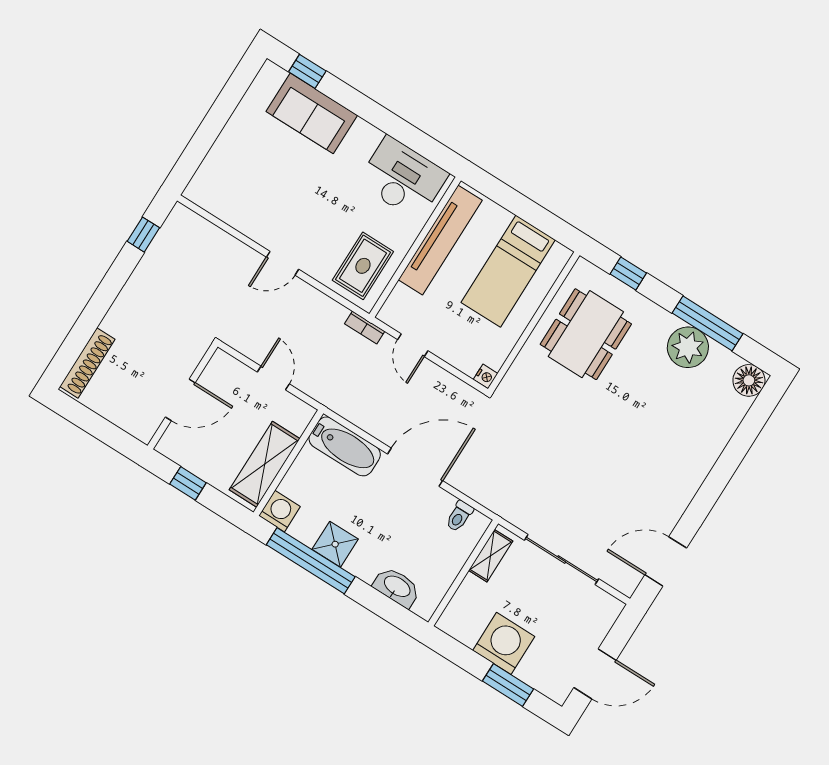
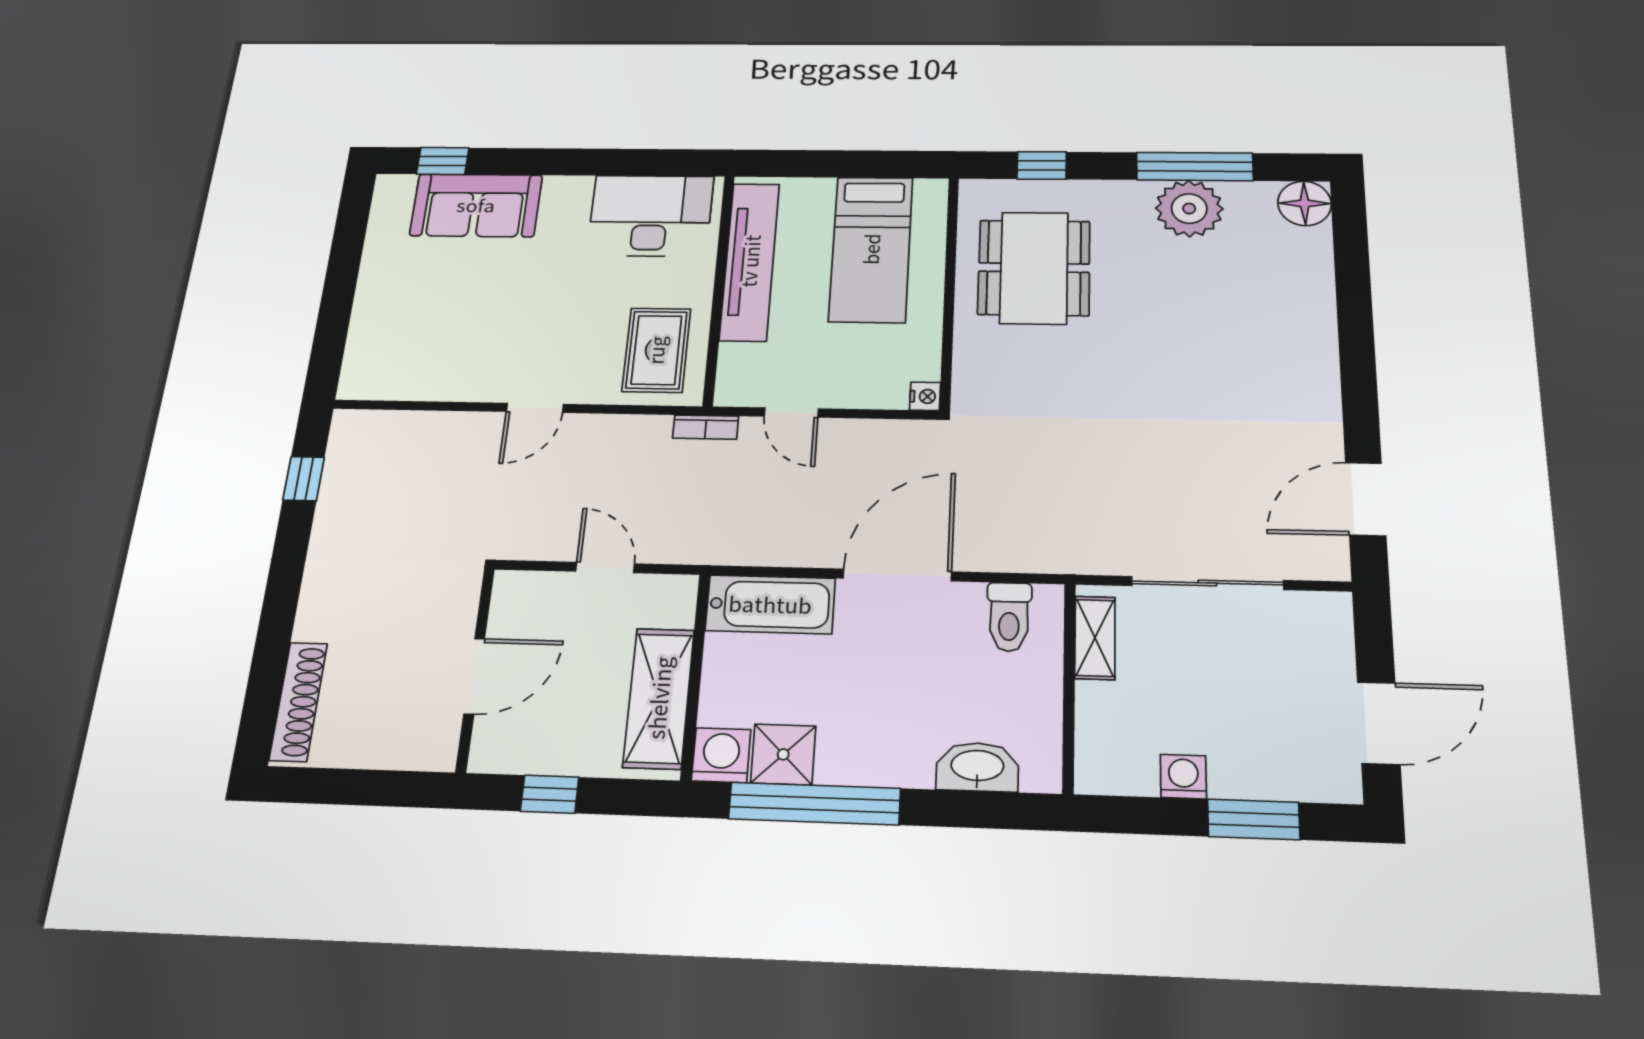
toilet: (459, 516) -> (1009, 617), width x1.37, depth x1.39
shower: (335, 544) -> (783, 754), moved
washing machine: (504, 643) -> (1183, 777), width x0.53, depth x0.53

